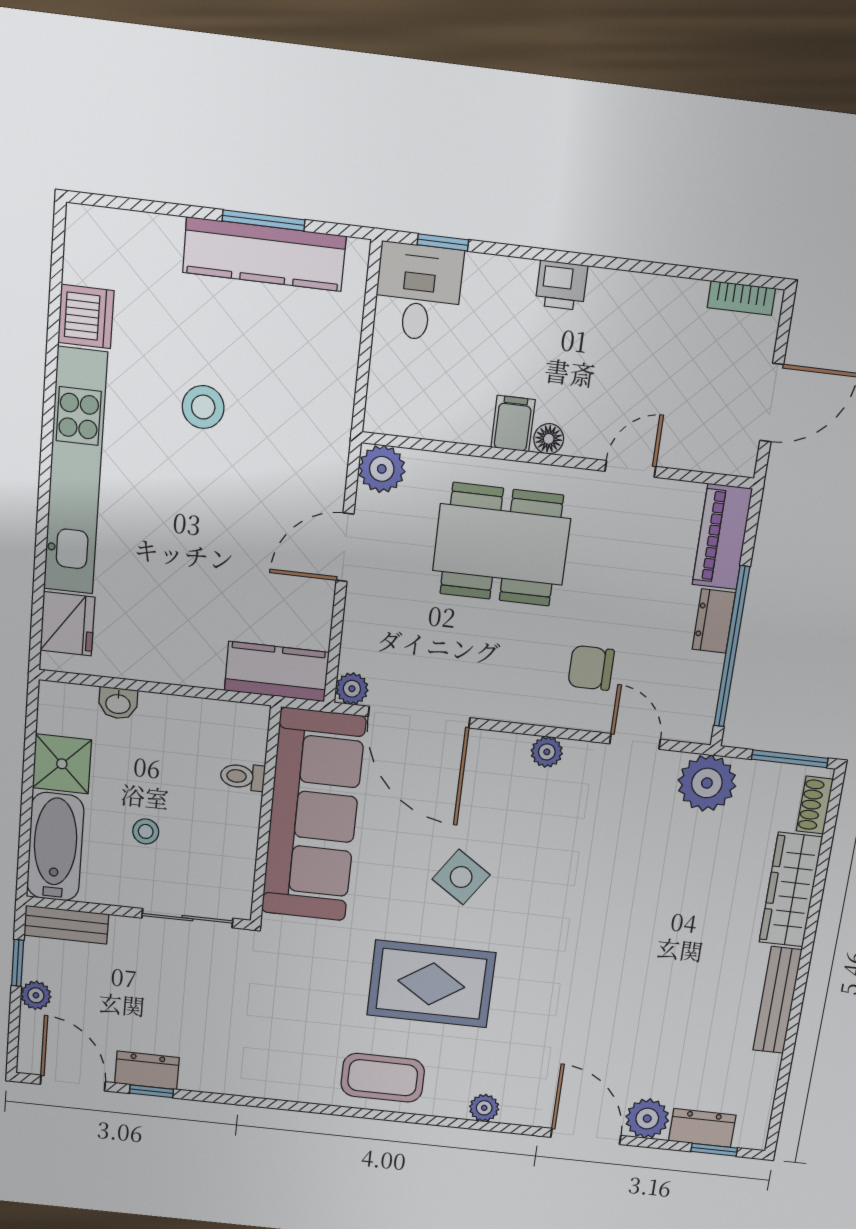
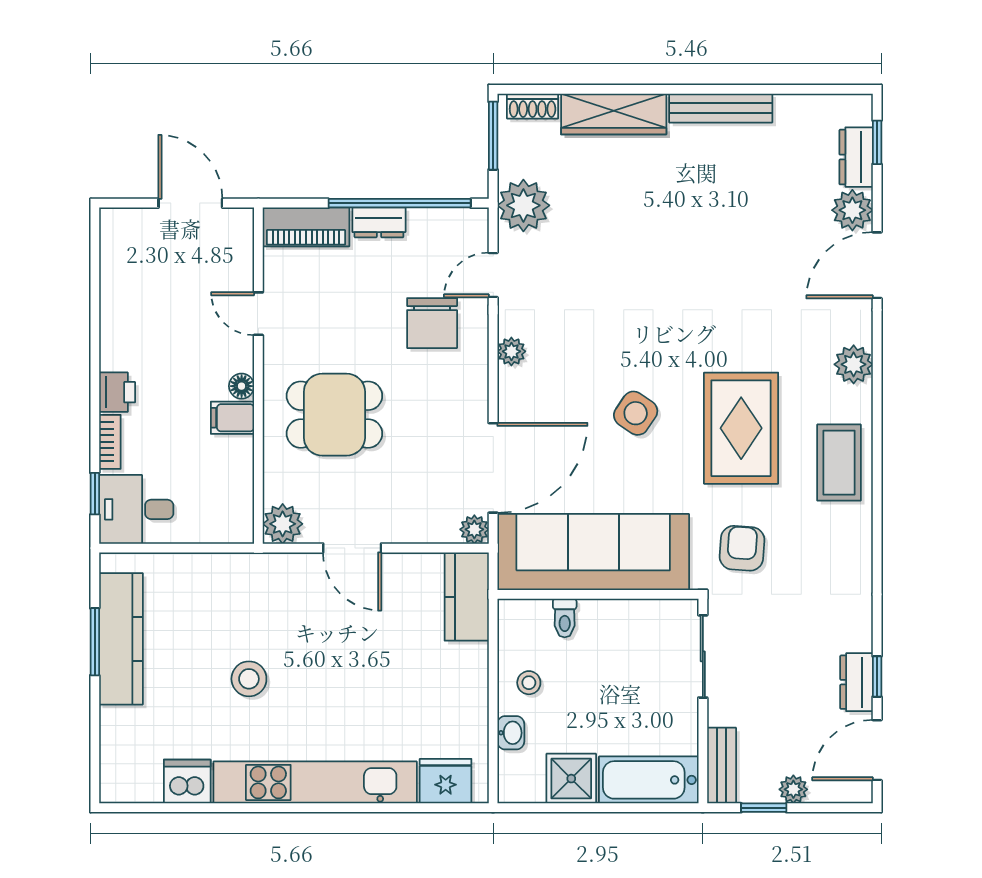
bookcase: (741, 298) -> (110, 442), moved
dining table: (501, 545) -> (334, 415), width x0.73
chair: (591, 668) -> (432, 323), width x1.37, depth x1.37
stool: (146, 831) -> (529, 683), moved
armchair: (301, 971) -> (742, 548), added
plant: (484, 1108) -> (854, 364), width x1.38, depth x1.38

